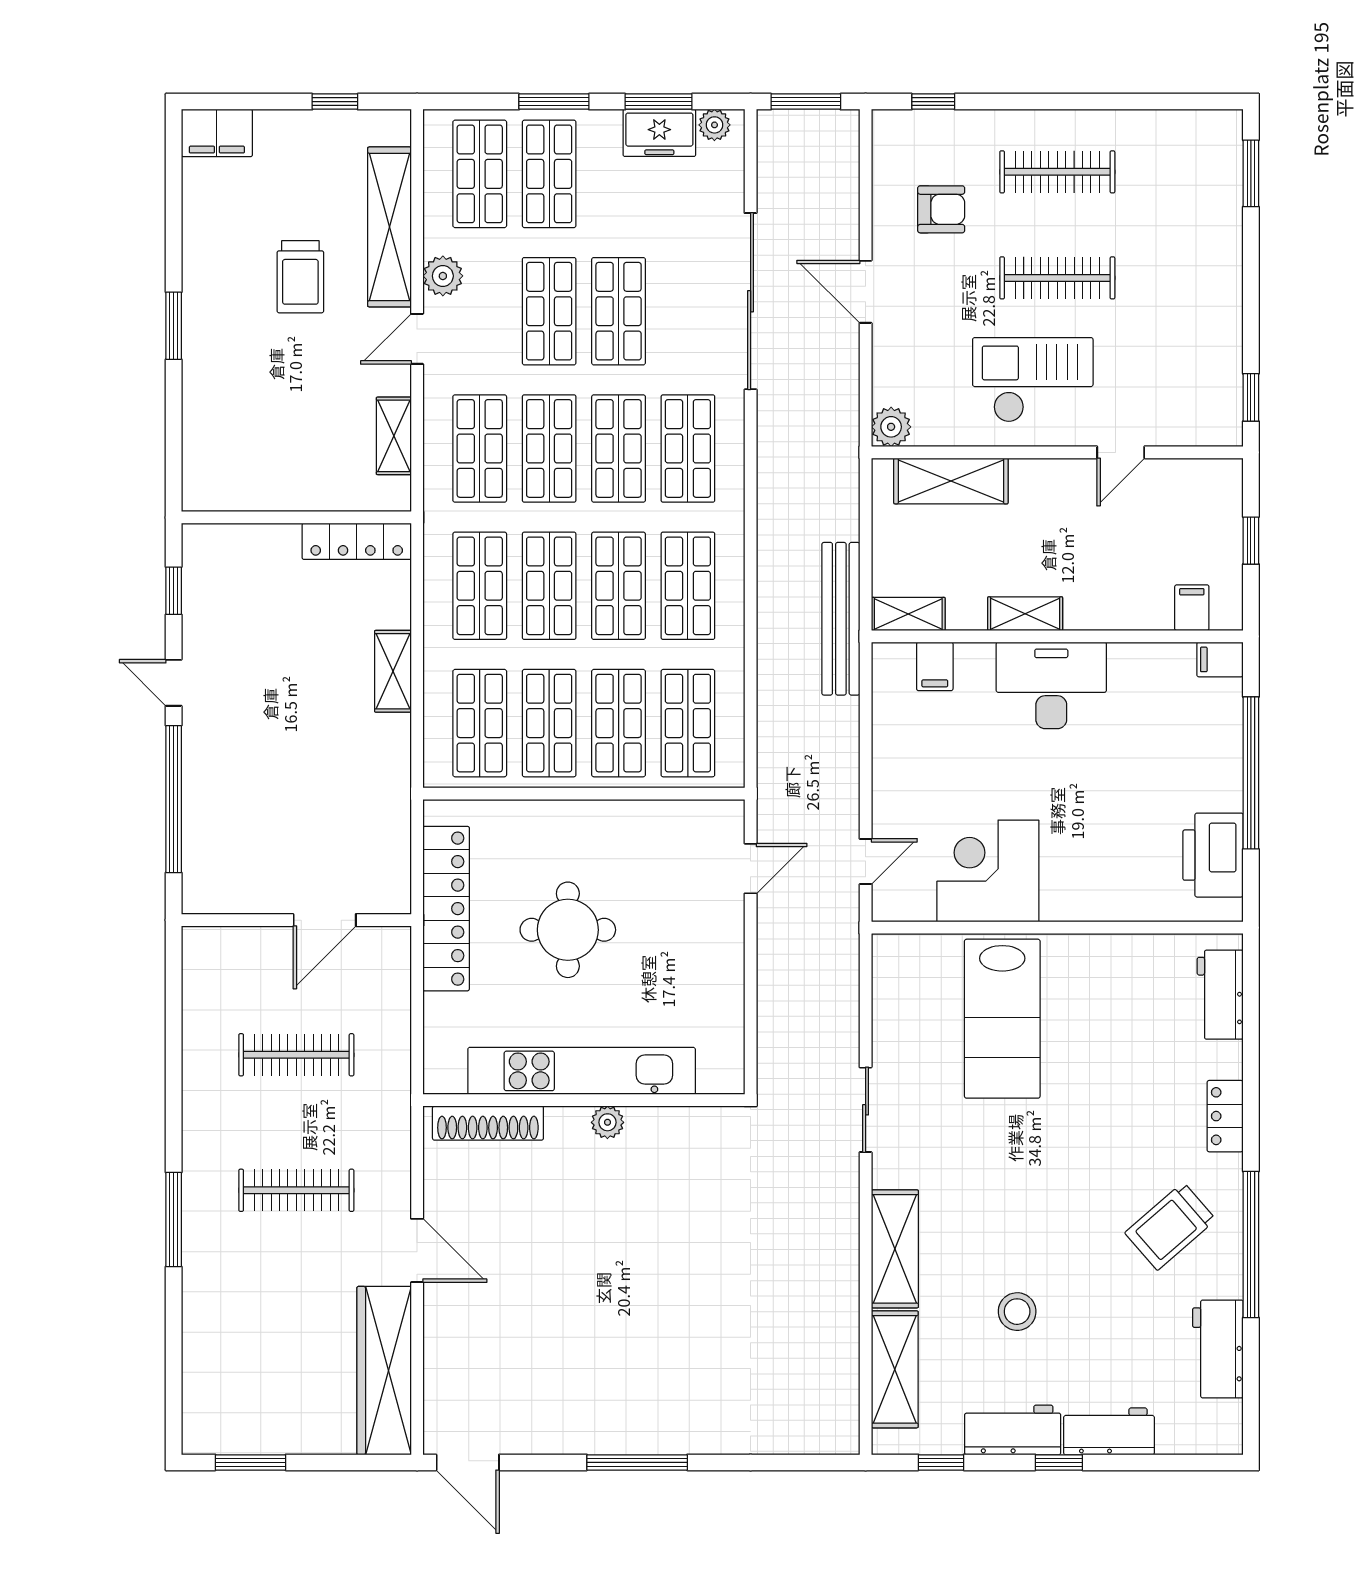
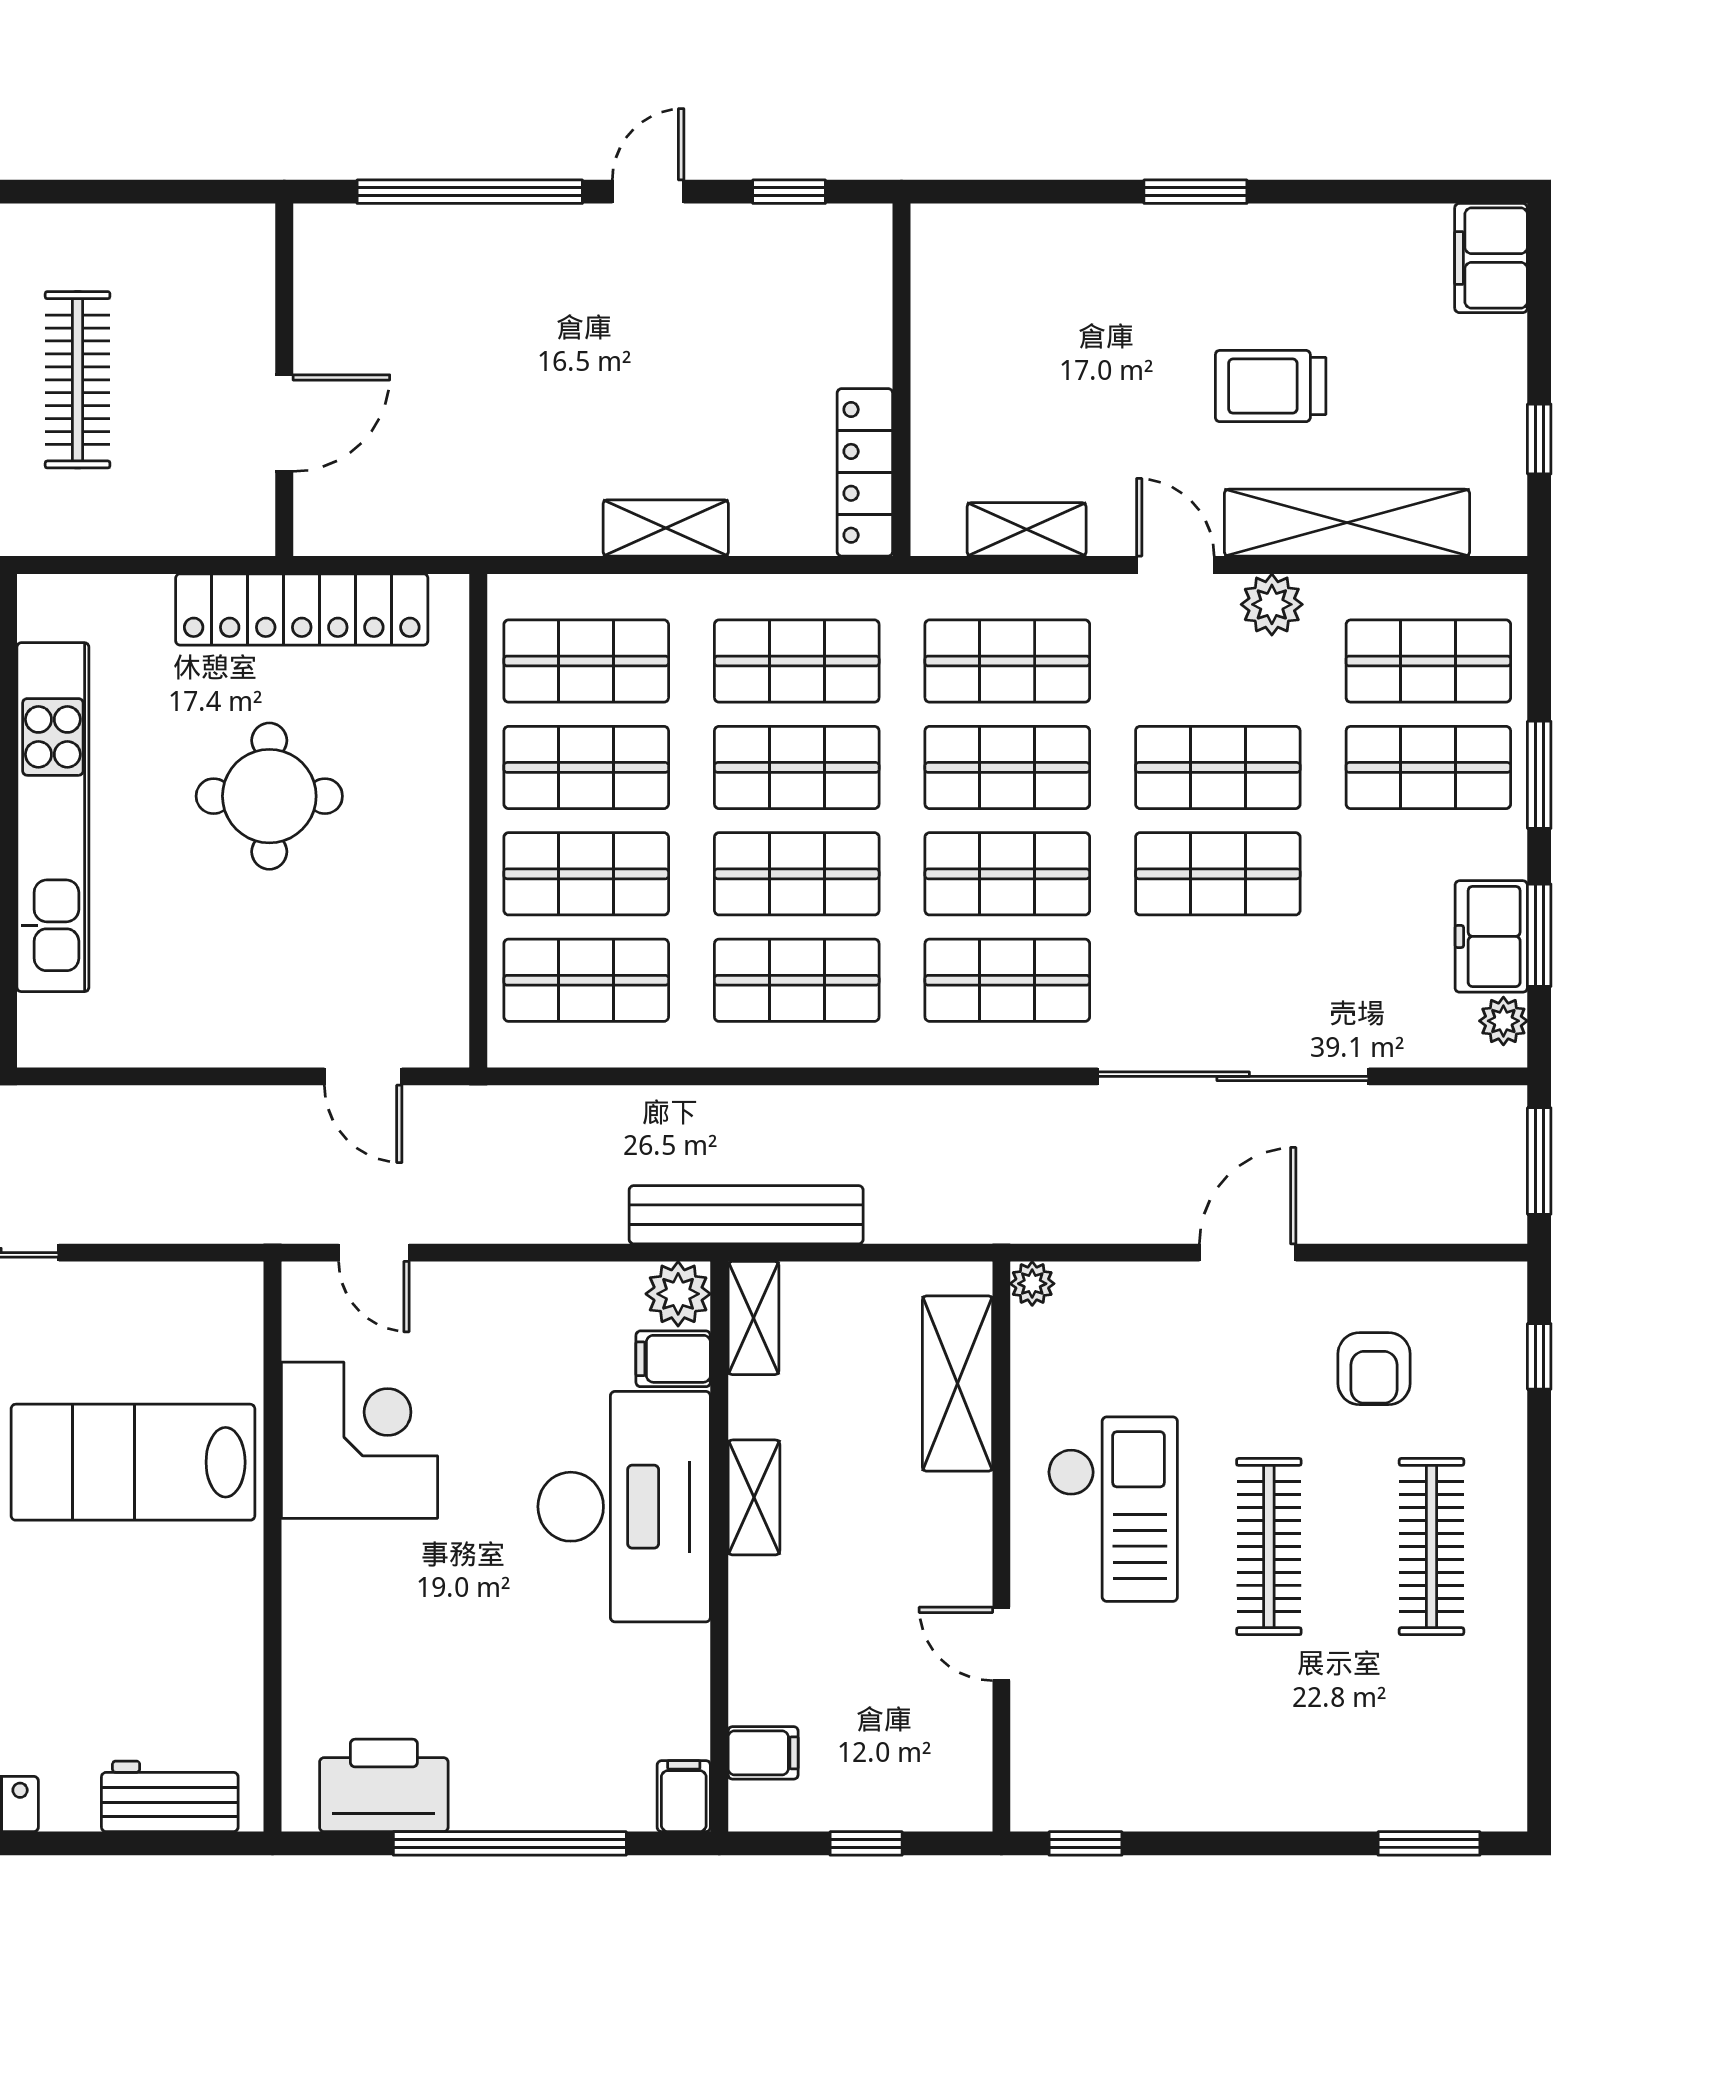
plant: (891, 427) -> (1032, 1284), width x0.73, depth x0.73
plant: (892, 663) -> (678, 1294), added
desk: (1051, 685) -> (624, 1507), width x1.36, depth x1.30
door: (325, 920) -> (284, 423), swing flipped

